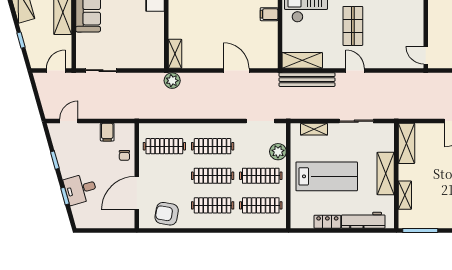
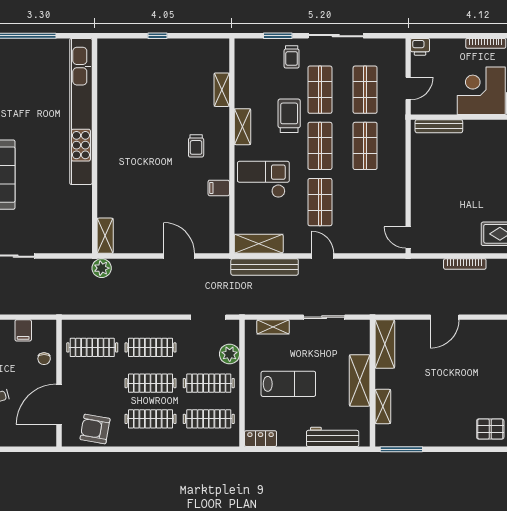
lab bench: (327, 176) -> (288, 384), width x0.73, depth x0.72
locker: (327, 222) -> (261, 439), moved

